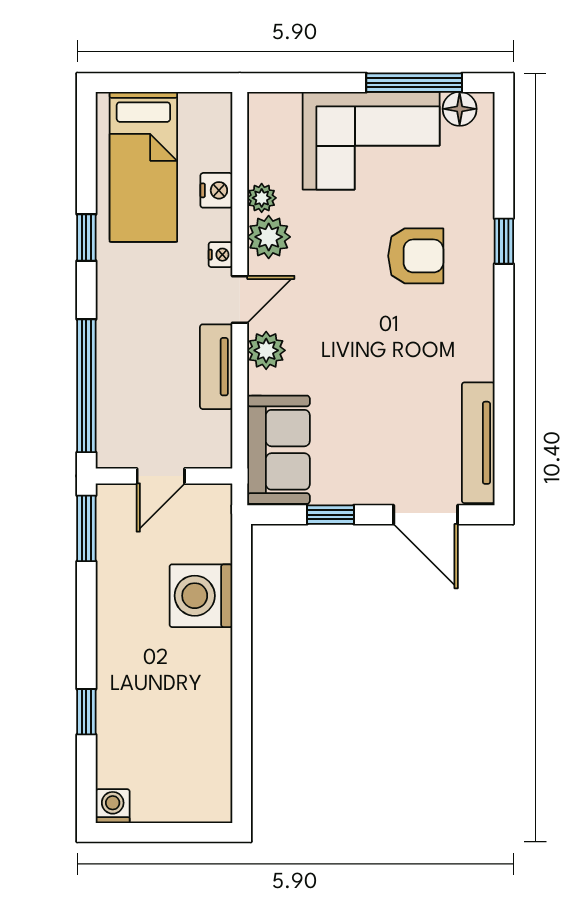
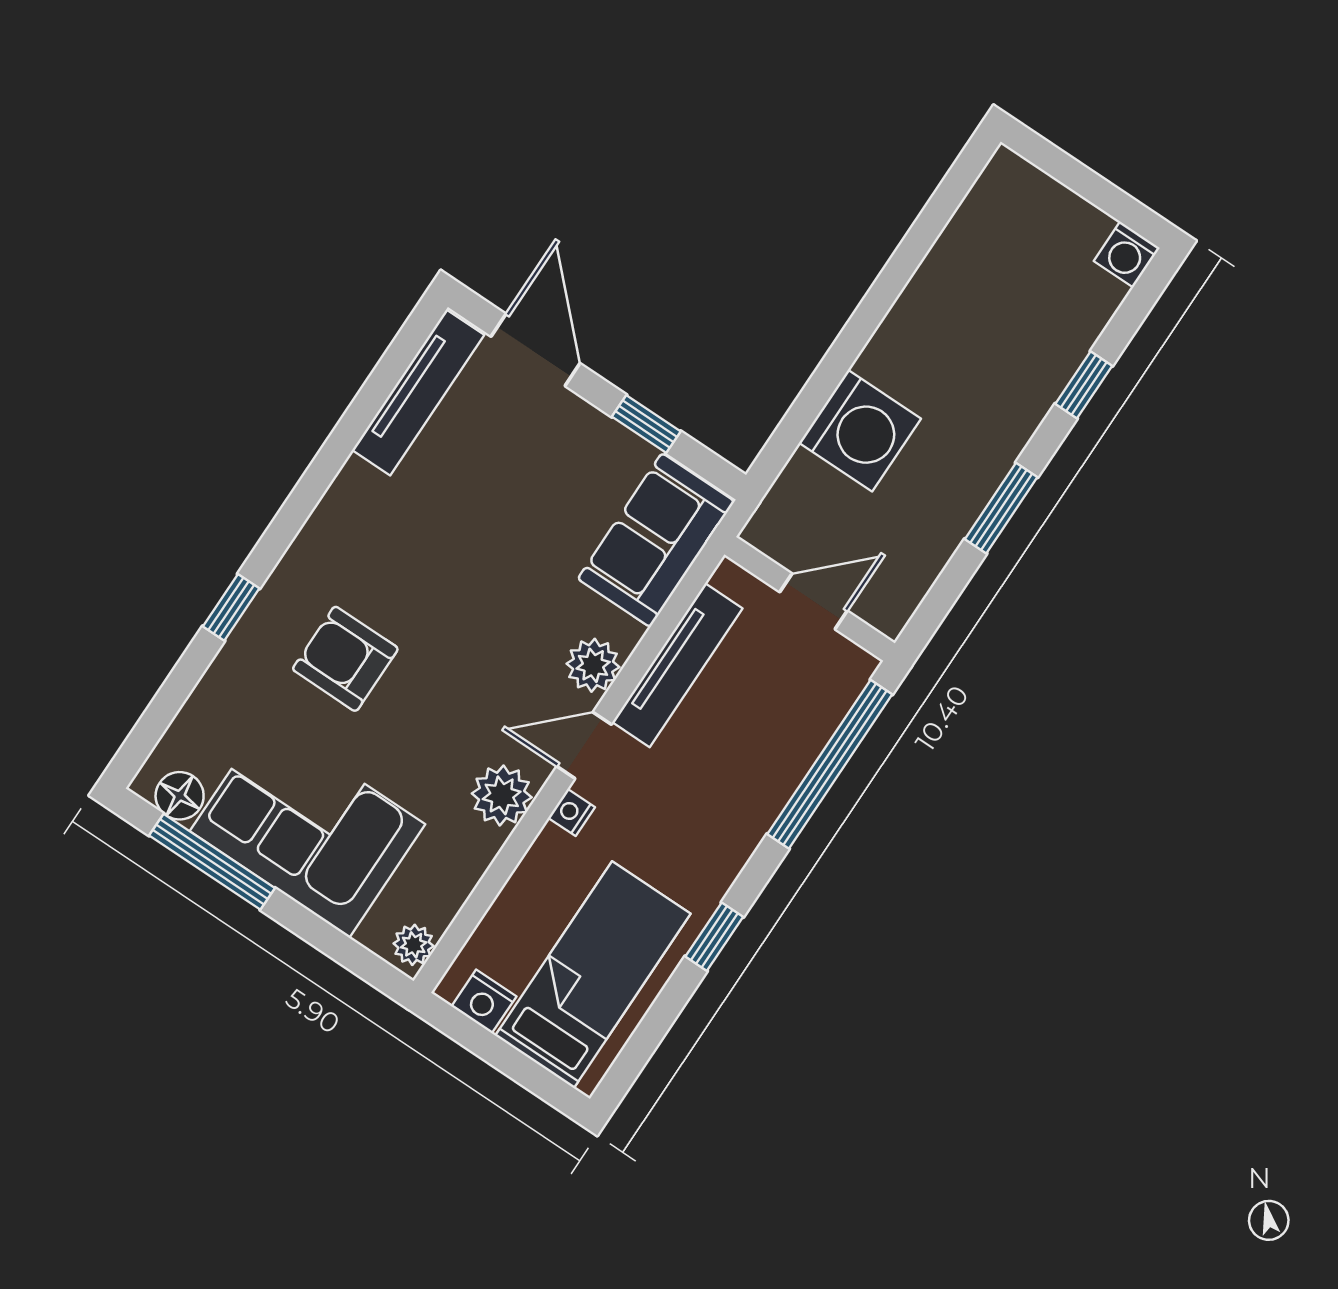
nightstand: (216, 190) -> (484, 1001), moved, turned -90
plant: (262, 198) -> (414, 945), moved
tv unit: (216, 367) -> (677, 665), width x1.41
window: (86, 528) -> (1001, 508), moved

